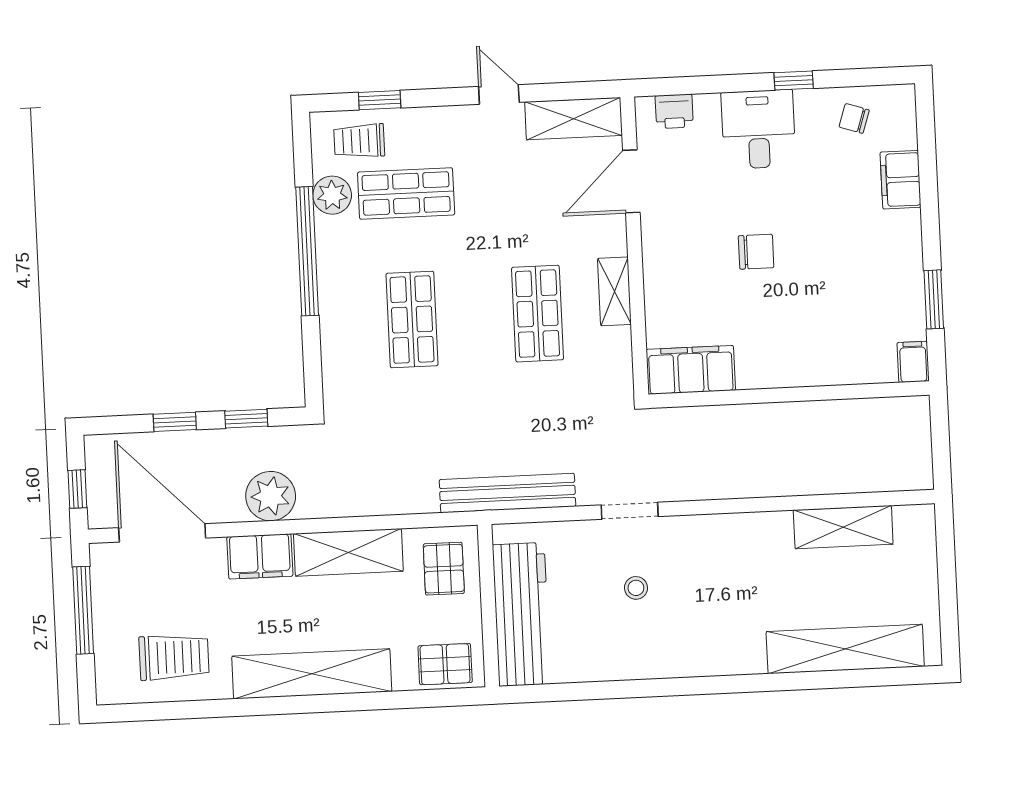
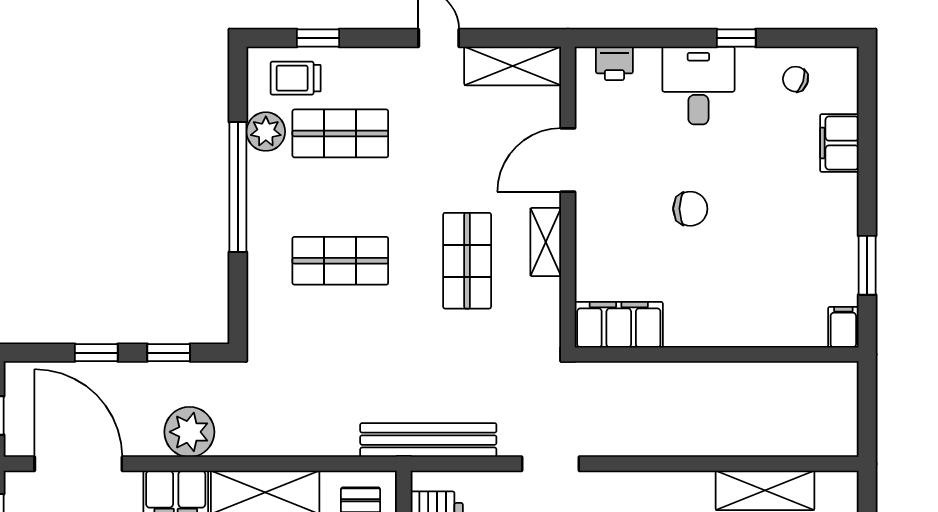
door: (631, 181) -> (568, 160), moved
shop shelf: (412, 320) -> (340, 261), turned 90

